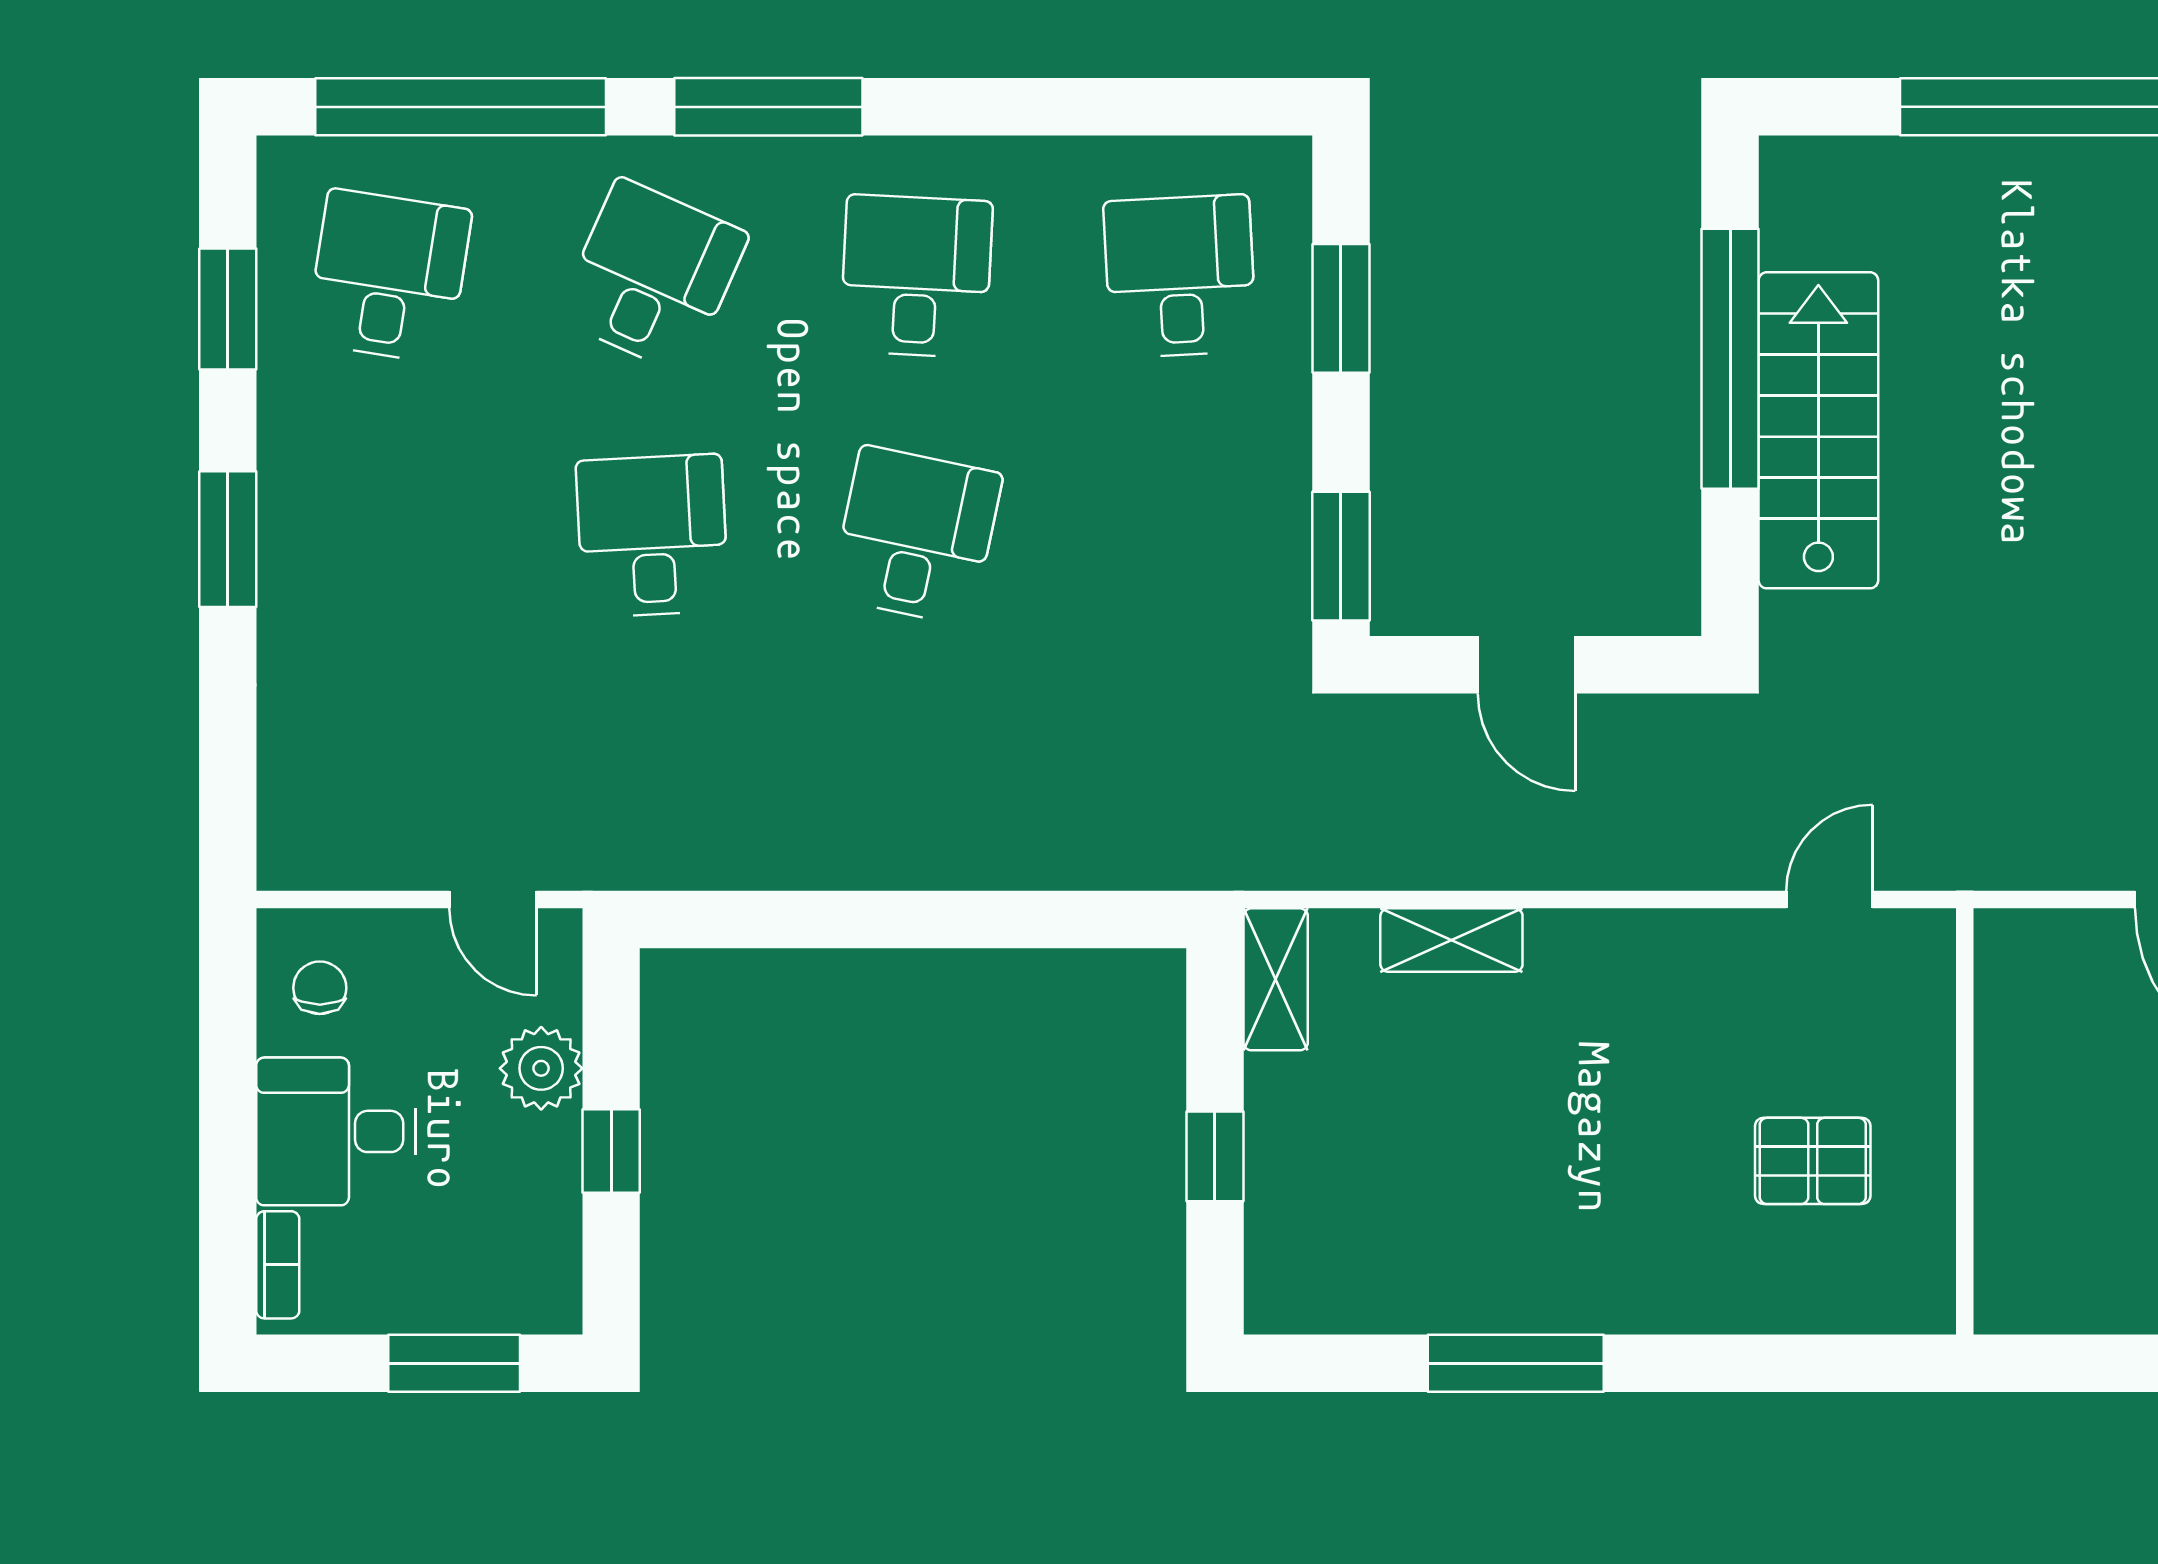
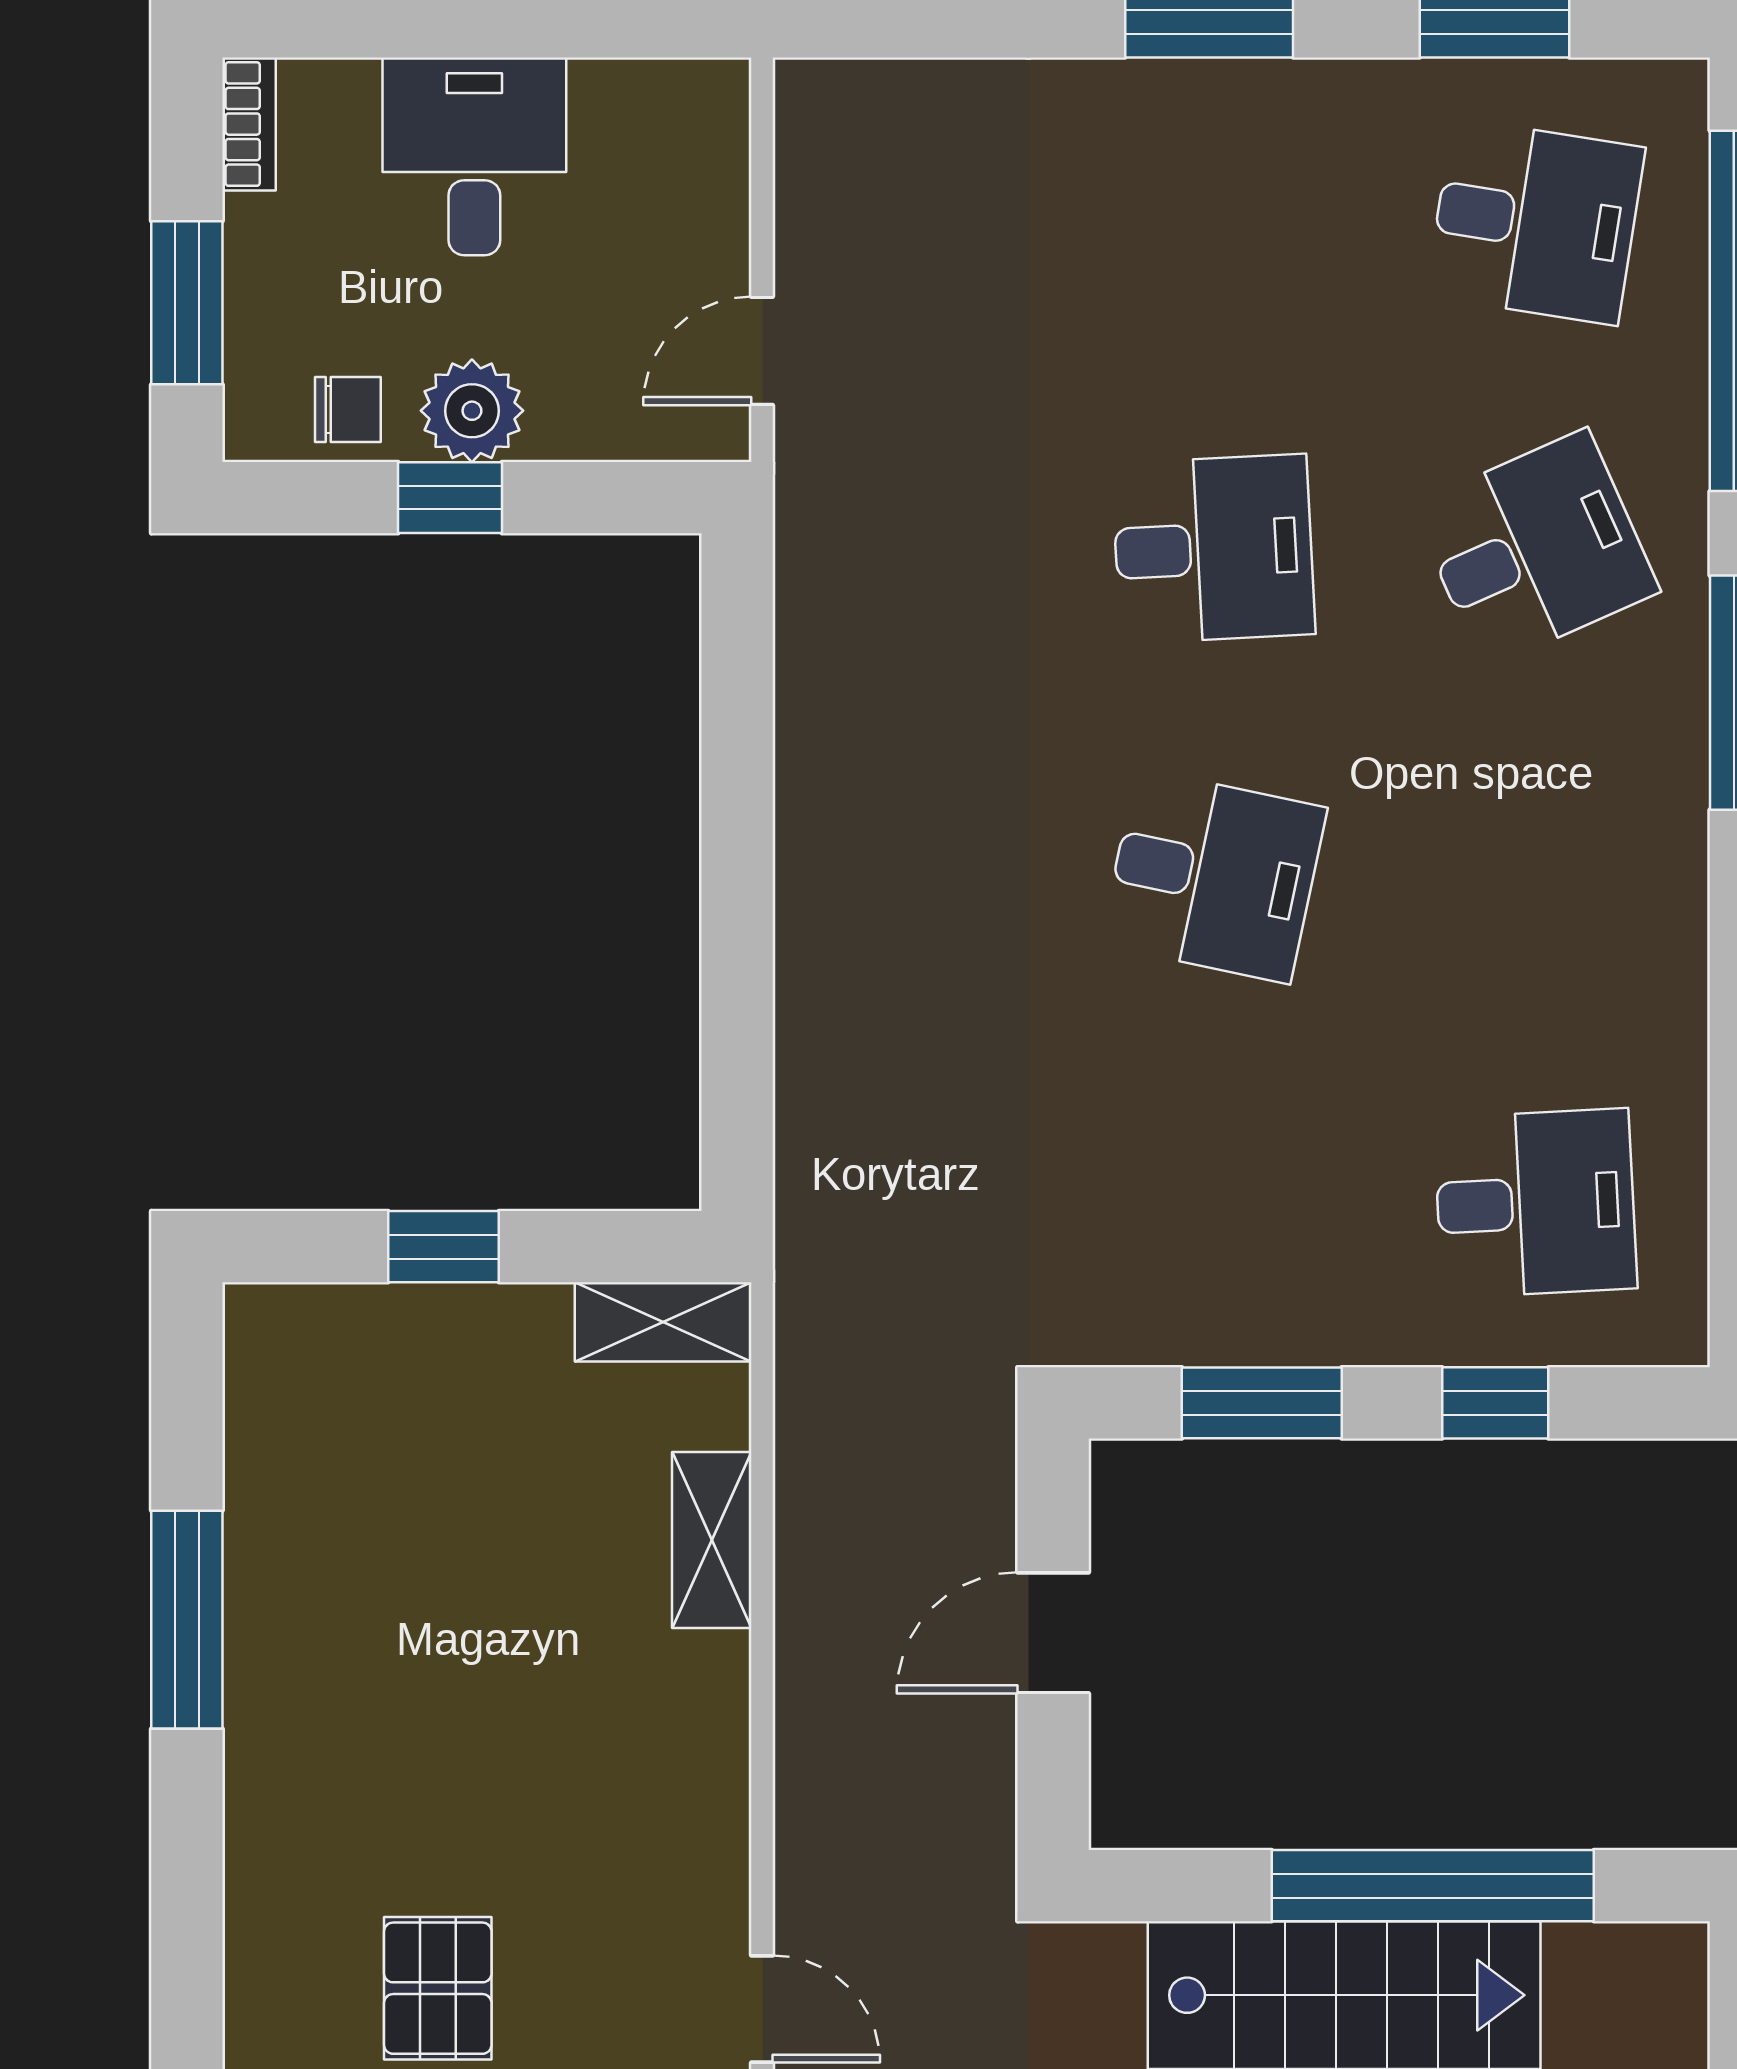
desk: (652, 276) -> (1535, 549), turned -48
desk: (916, 276) -> (1535, 876), removed
window: (1341, 308) -> (1495, 1403), width x0.67
window: (1341, 556) -> (1262, 1403), moved
chair: (320, 988) -> (348, 409), moved
plant: (541, 1068) -> (472, 411), moved
bookcase: (278, 1265) -> (249, 124), moved, turned -90

